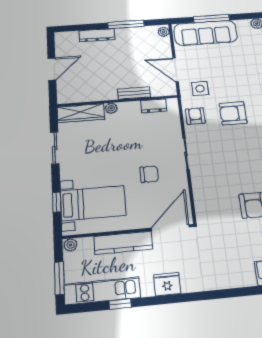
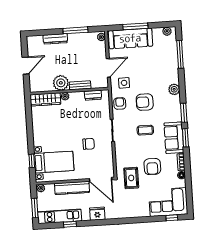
door: (176, 70) -> (108, 68), swing flipped
plant: (105, 90) -> (61, 83), added
sliding door: (55, 148) -> (29, 124), removed
coffee table: (237, 152) -> (145, 130), added
rug: (221, 224) -> (131, 178), added
door: (170, 228) -> (101, 179), swing flipped

